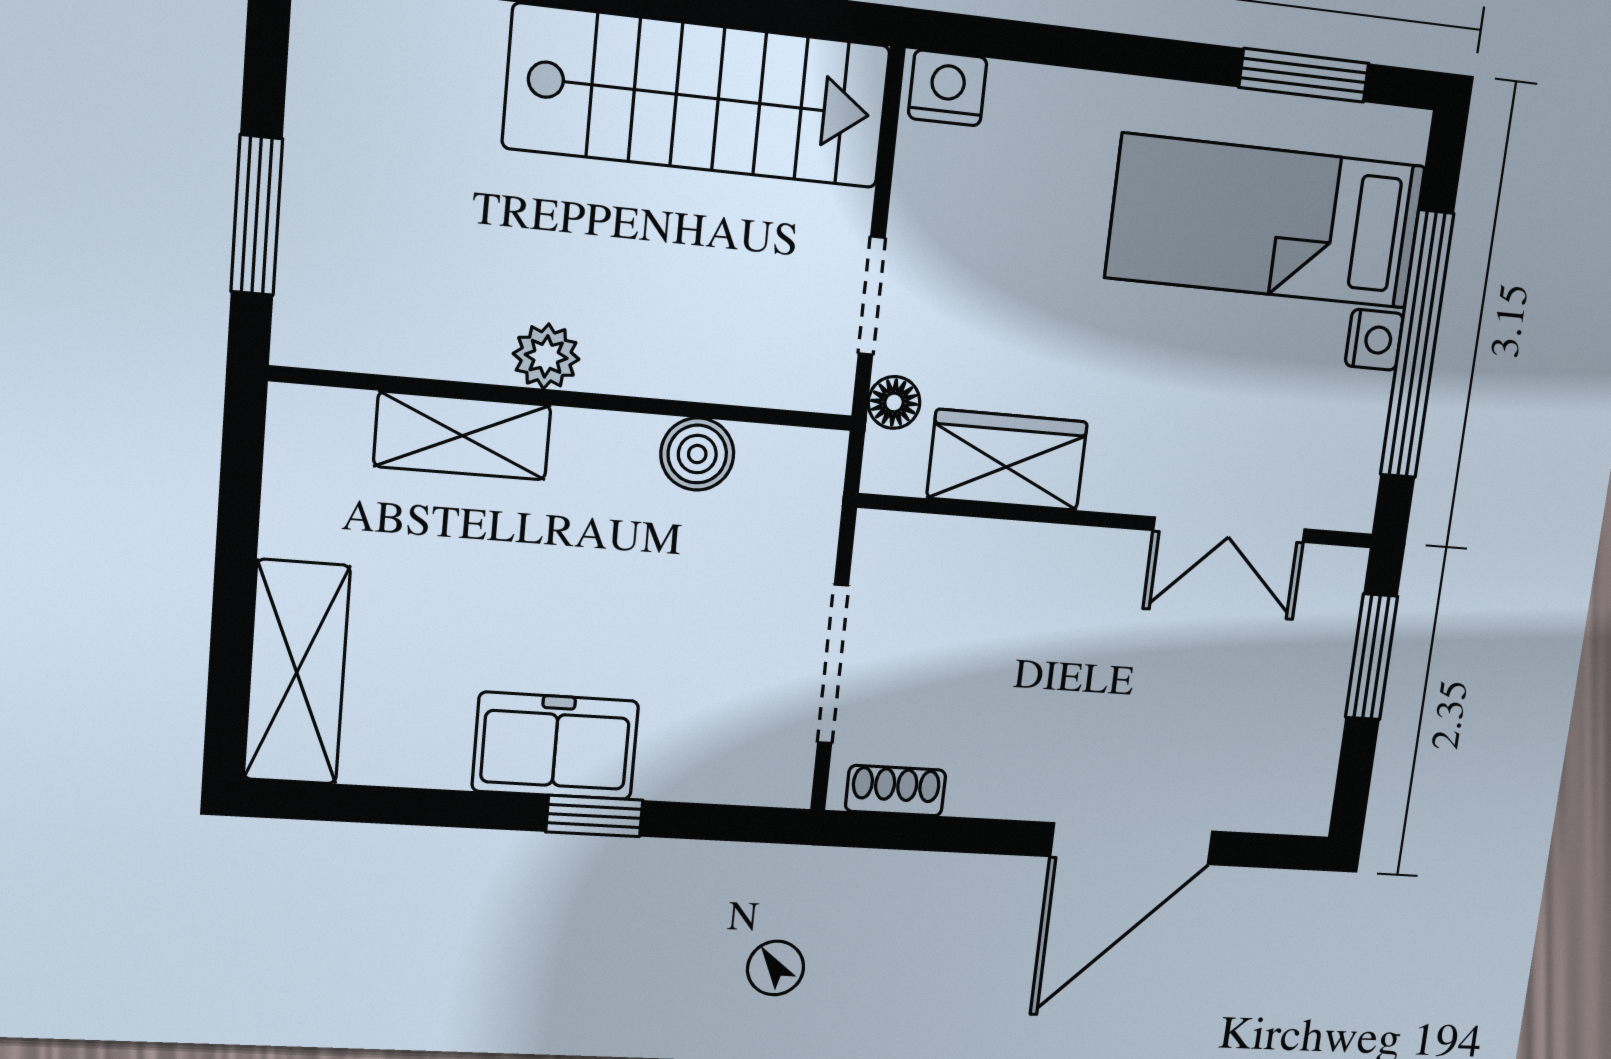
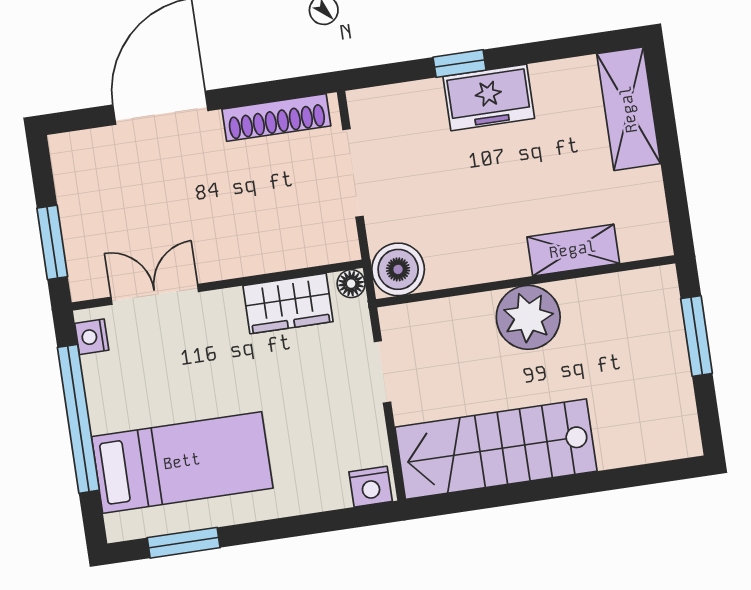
nightstand: (1374, 340) -> (92, 337), moved
plant: (546, 356) -> (528, 317), width x1.88, depth x1.88
floor lamp: (894, 402) -> (351, 284), moved
boiler: (697, 454) -> (398, 269), moved, width x1.36, depth x1.36
shoe rack: (896, 791) -> (276, 117), width x1.94, depth x1.24

